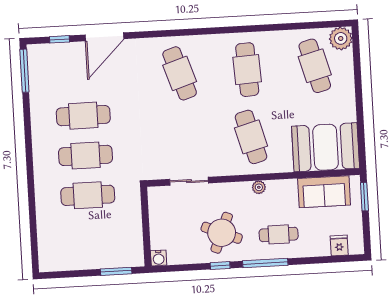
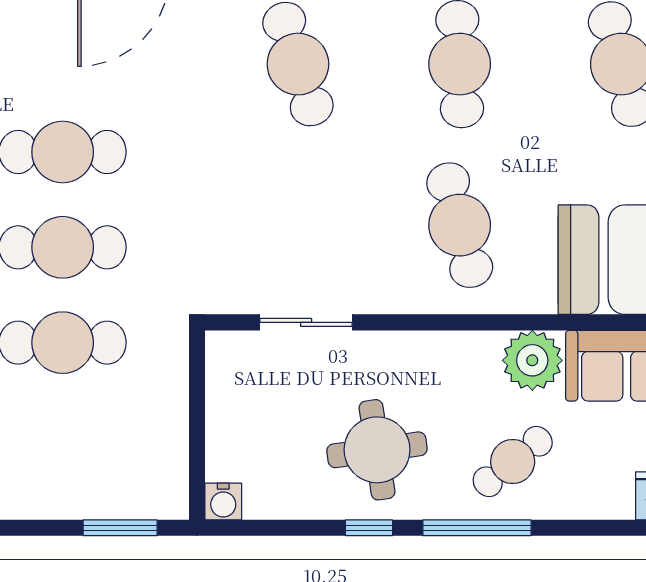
plant: (259, 187) -> (532, 360), moved, width x1.88, depth x1.88
round table: (222, 233) -> (377, 450), turned -30
cafe table: (279, 234) -> (513, 462), turned -39

